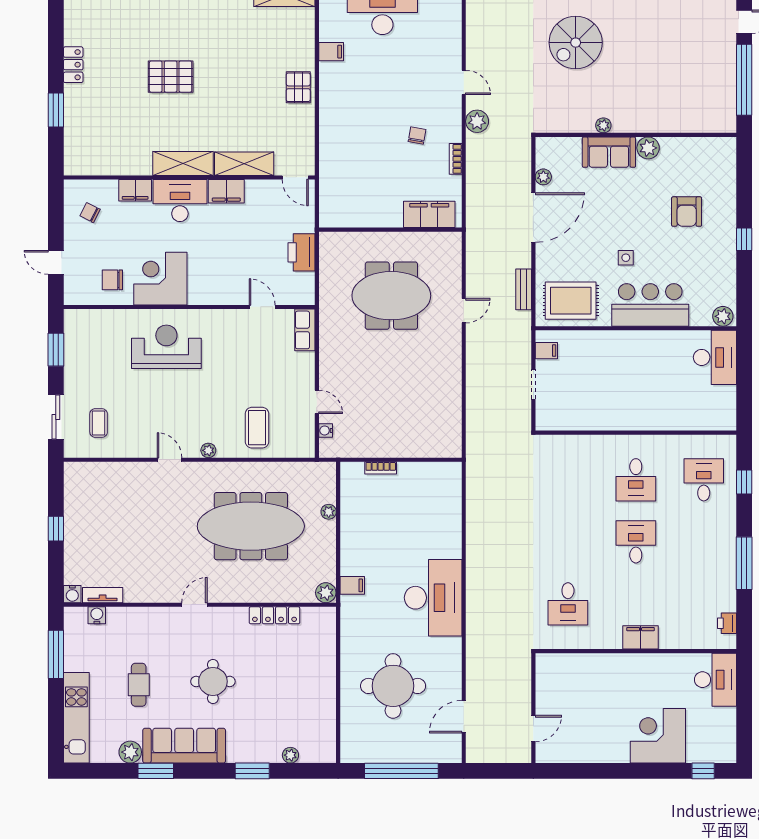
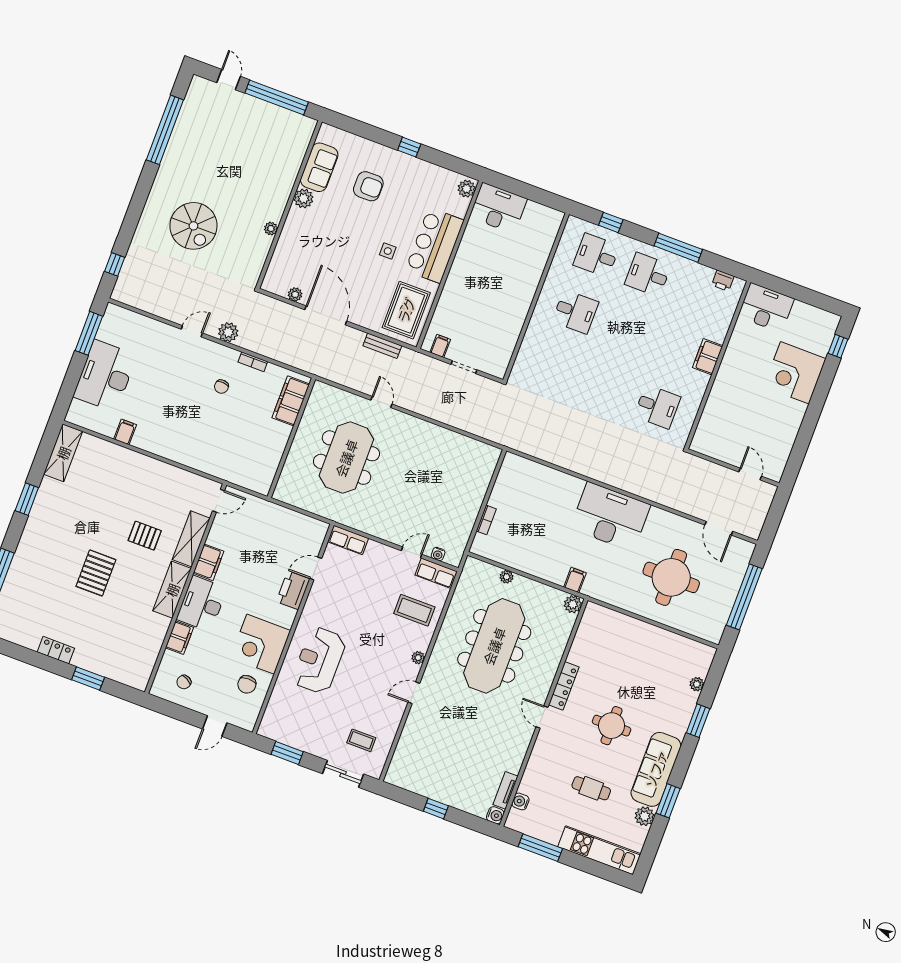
pallet: (298, 87) -> (145, 536), moved
chair: (417, 136) -> (221, 387), turned -96
sofa: (609, 152) -> (319, 167), moved
printer: (301, 252) -> (293, 590), moved, turned 90
row of seats: (305, 436) -> (436, 573), added
desk: (636, 542) -> (648, 275), moved
locker: (274, 615) -> (564, 686), moved

